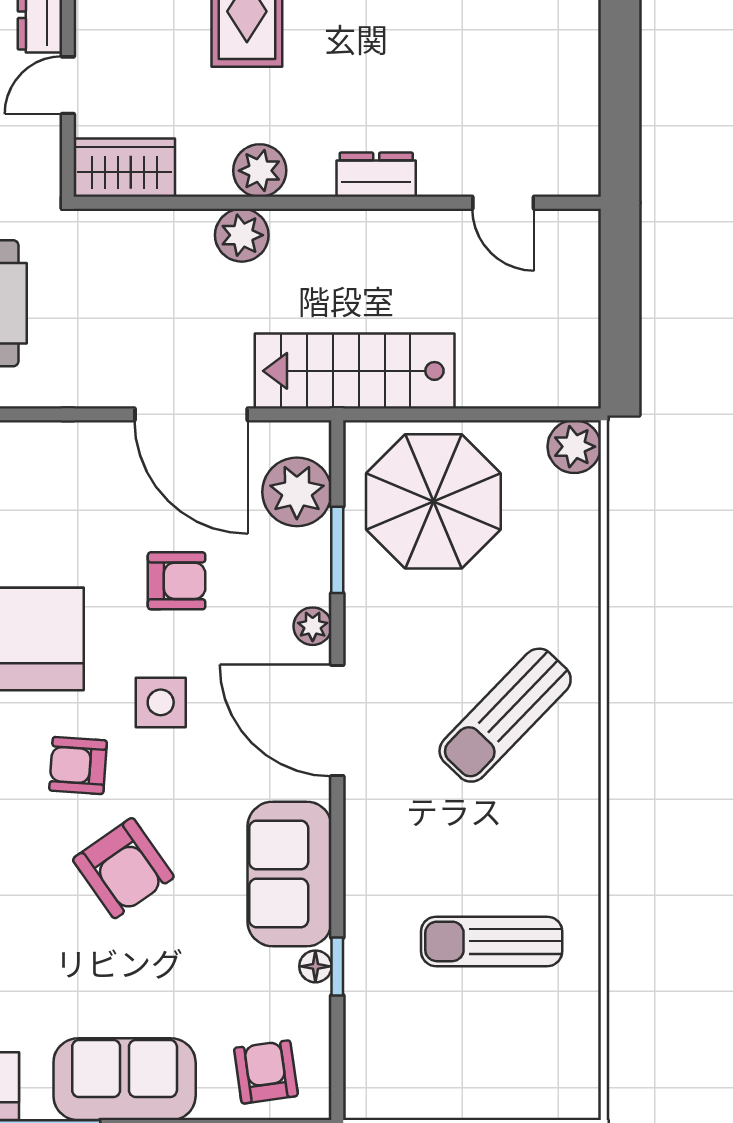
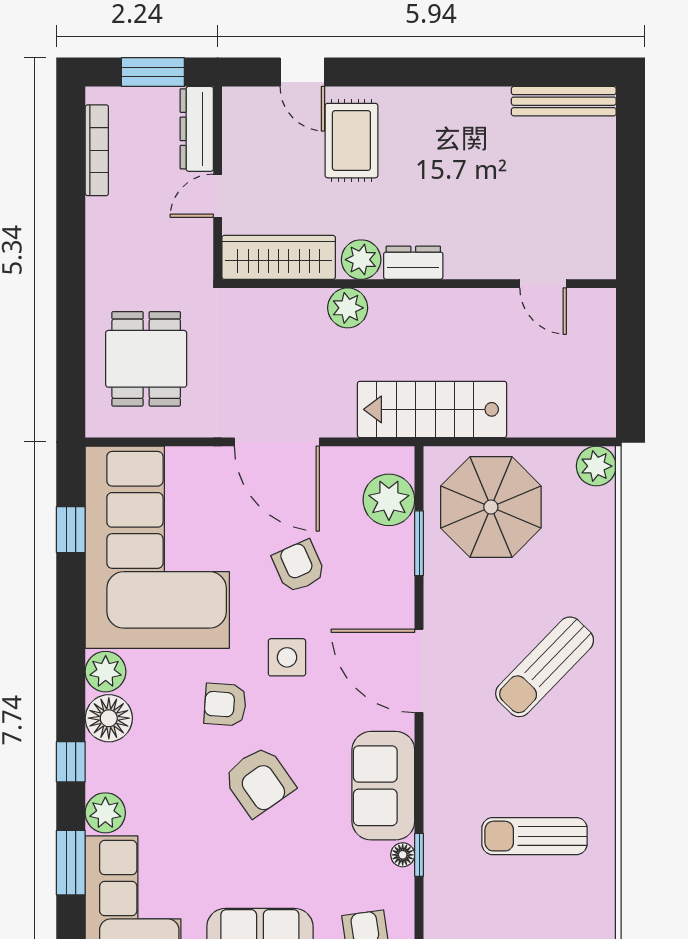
wardrobe: (124, 168) -> (279, 257), width x1.50
dresser: (376, 175) -> (413, 263), moved
door: (191, 414) -> (277, 442), moved
armchair: (177, 581) -> (299, 566), turned -114
plant: (313, 626) -> (401, 600), removed

